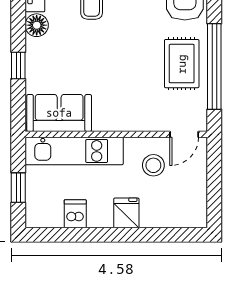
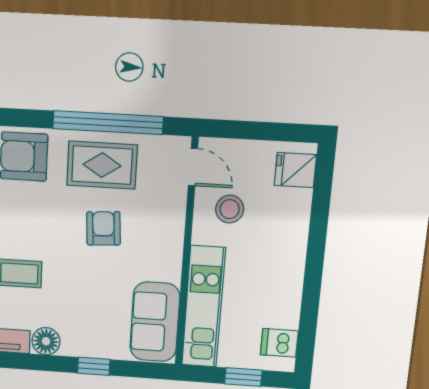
armchair: (132, 67) -> (103, 228), added
fridge: (126, 213) -> (295, 170), moved
dishwasher: (75, 214) -> (279, 343), moved

